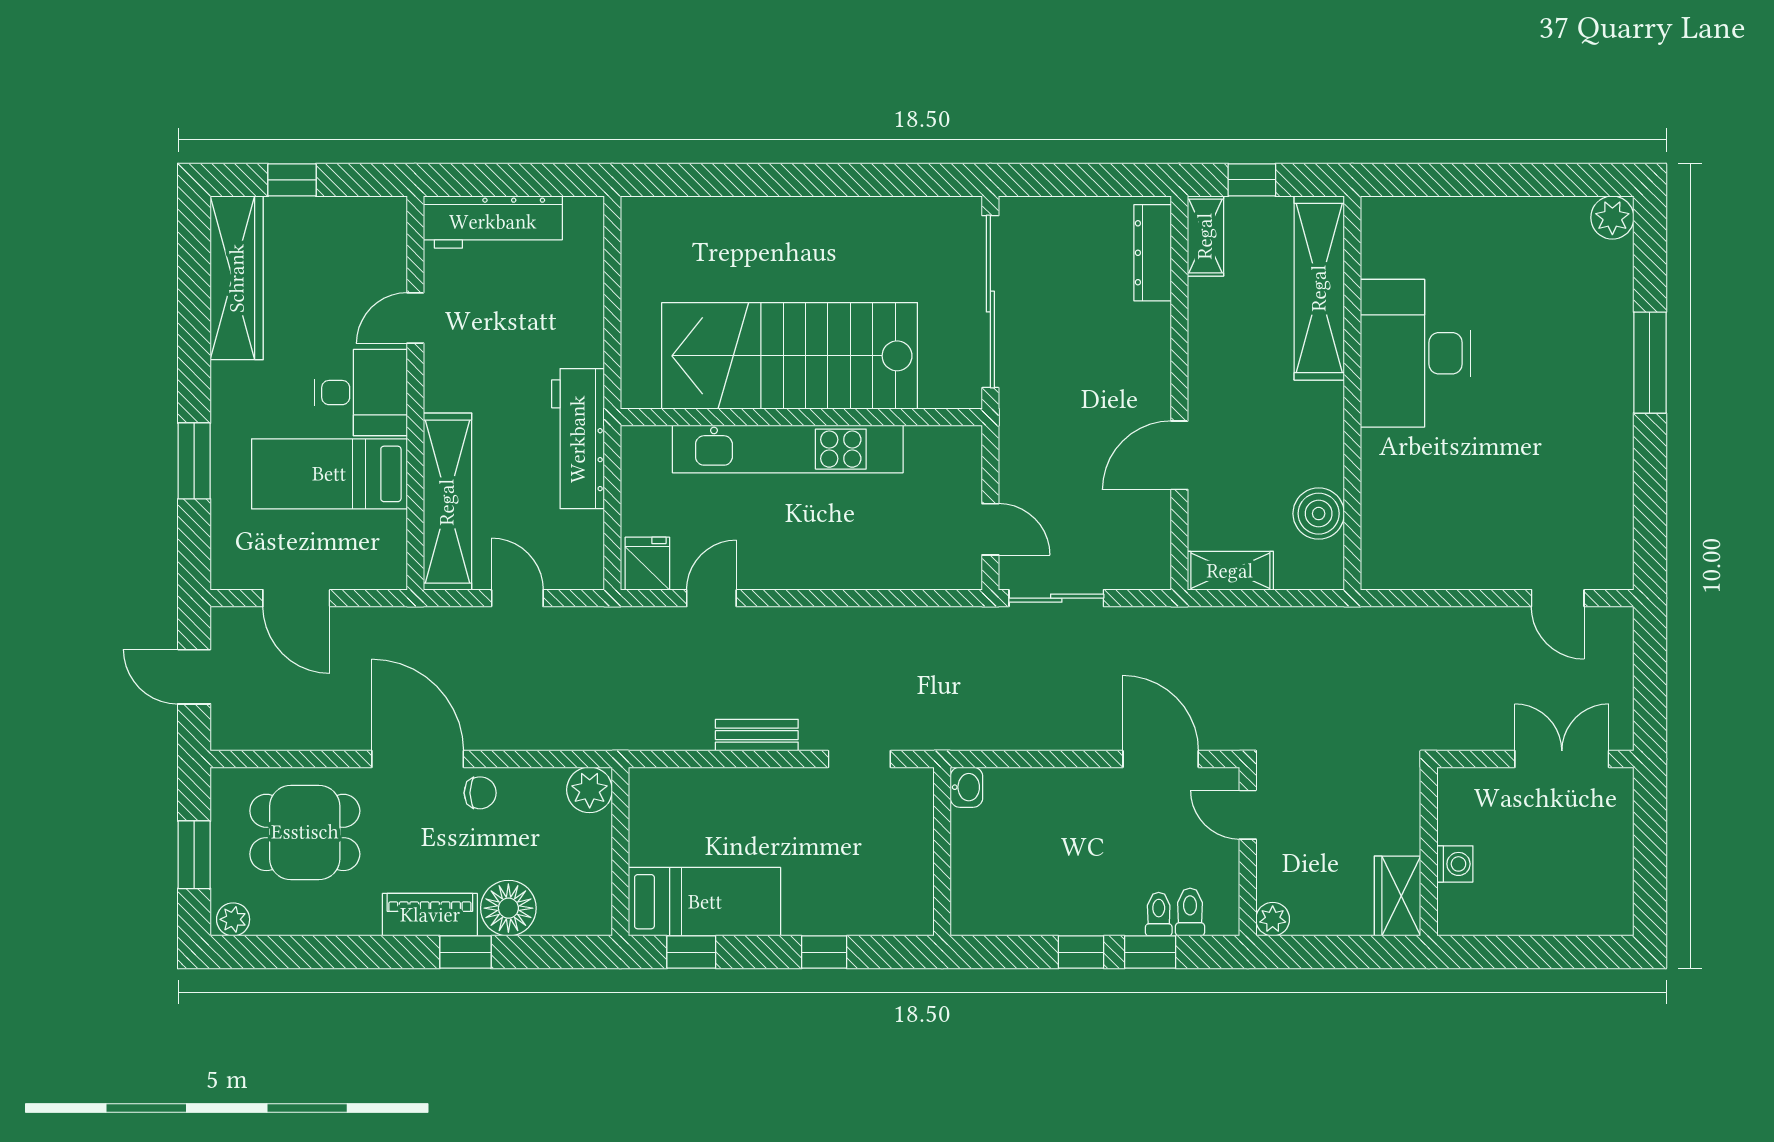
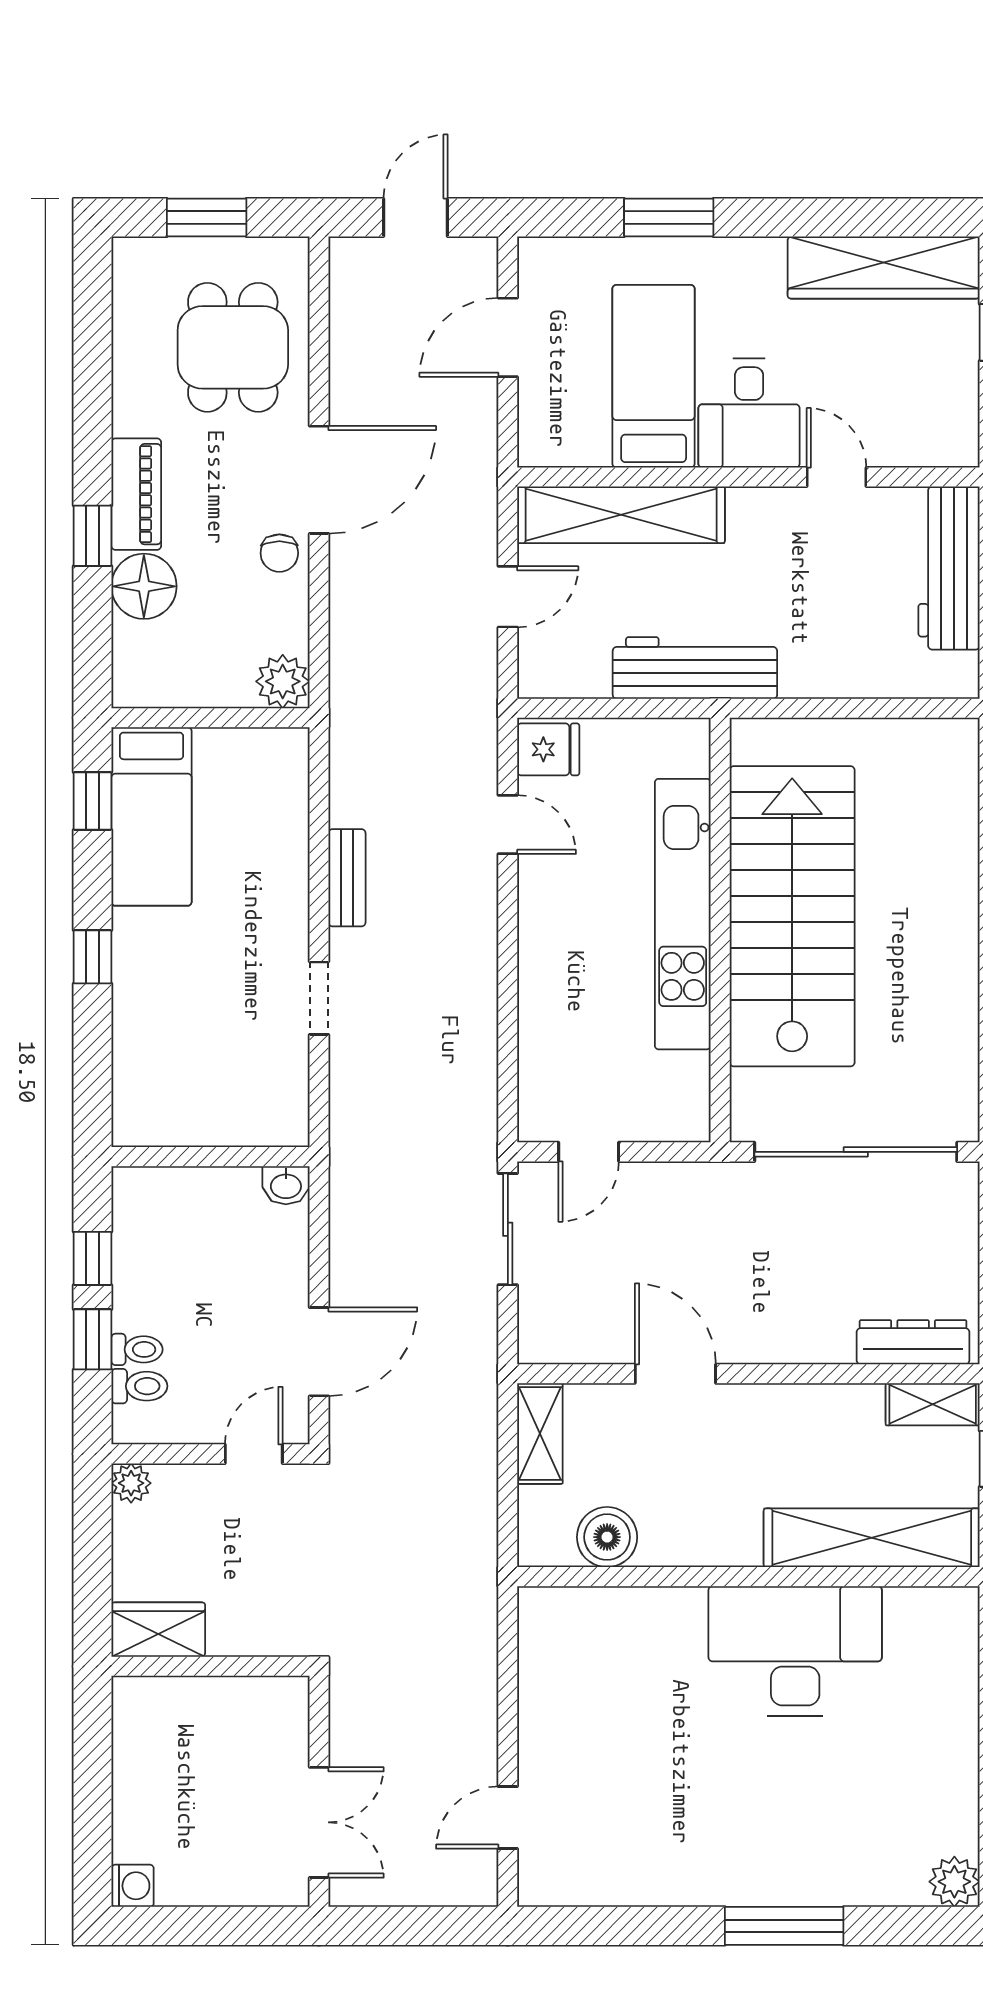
washbasin: (966, 787) -> (286, 1185), moved
wall: (942, 852) -> (210, 1157), moved
washing machine: (1455, 864) -> (133, 1886), moved, turned -90
plant: (233, 919) -> (131, 263), removed

